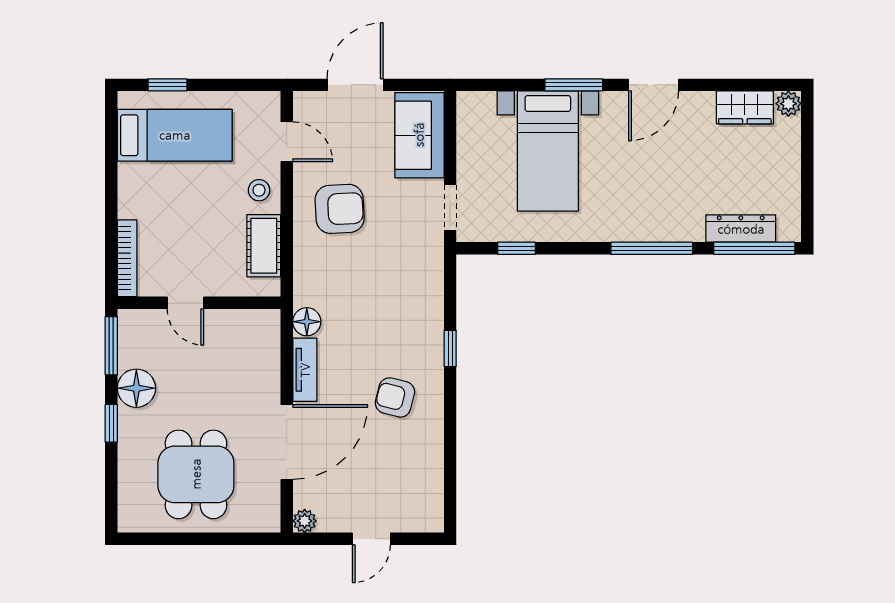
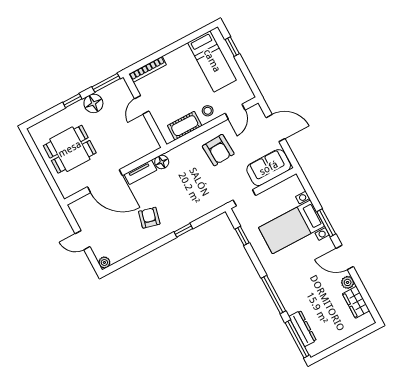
plant: (788, 104) -> (348, 282), moved
plant: (305, 521) -> (104, 262), moved

